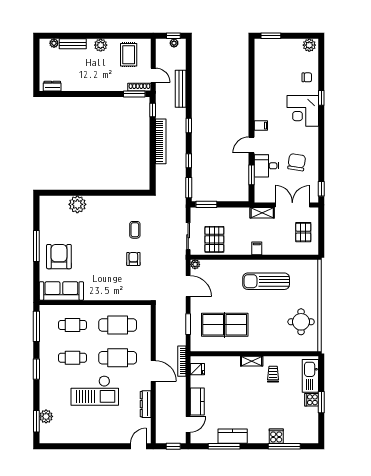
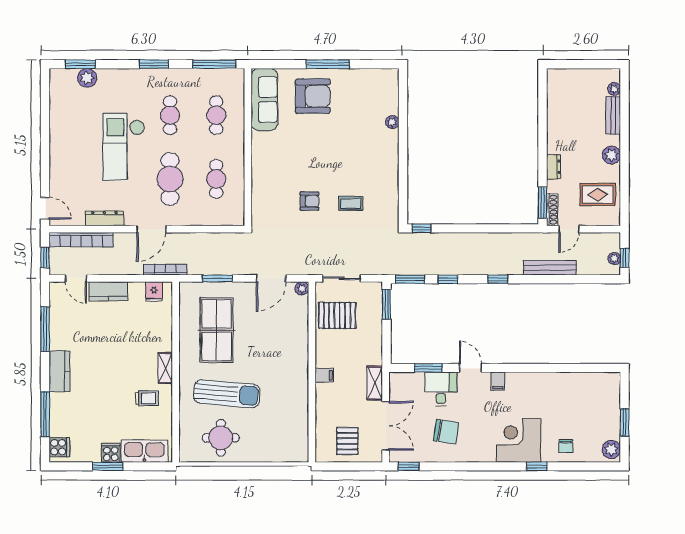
window: (271, 36) -> (625, 422), moved
dresser: (52, 86) -> (554, 167), moved
window: (153, 110) -> (422, 228), moved
bookcase: (161, 141) -> (81, 240), moved
plant: (77, 204) -> (392, 122), width x0.53, depth x0.53
pallet: (303, 232) -> (347, 441), turned 90
sun lounger: (266, 281) -> (227, 394), moved, turned 95
cafe table: (118, 325) -> (216, 179), width x0.73, depth x0.74
kitchen counter: (233, 436) -> (59, 371), moved
cooker: (276, 436) -> (59, 447), moved

